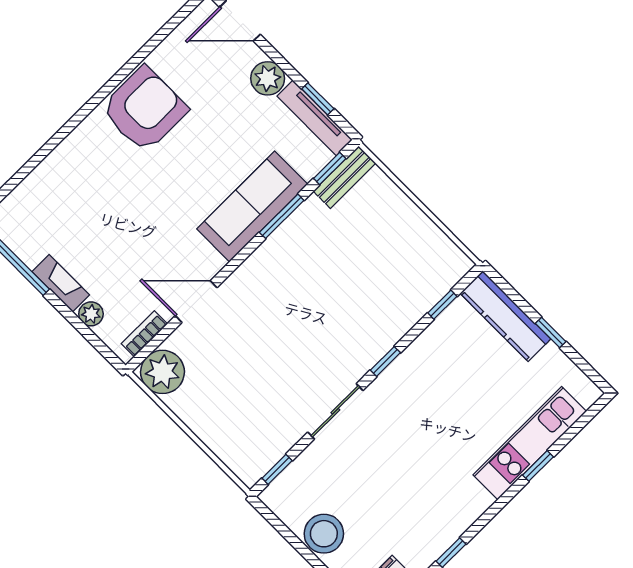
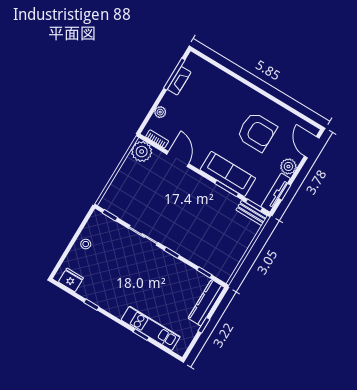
armchair: (144, 109) -> (257, 132), moved
fireplace: (61, 283) -> (179, 81), moved
stool: (324, 534) -> (86, 244), width x0.53, depth x0.53

